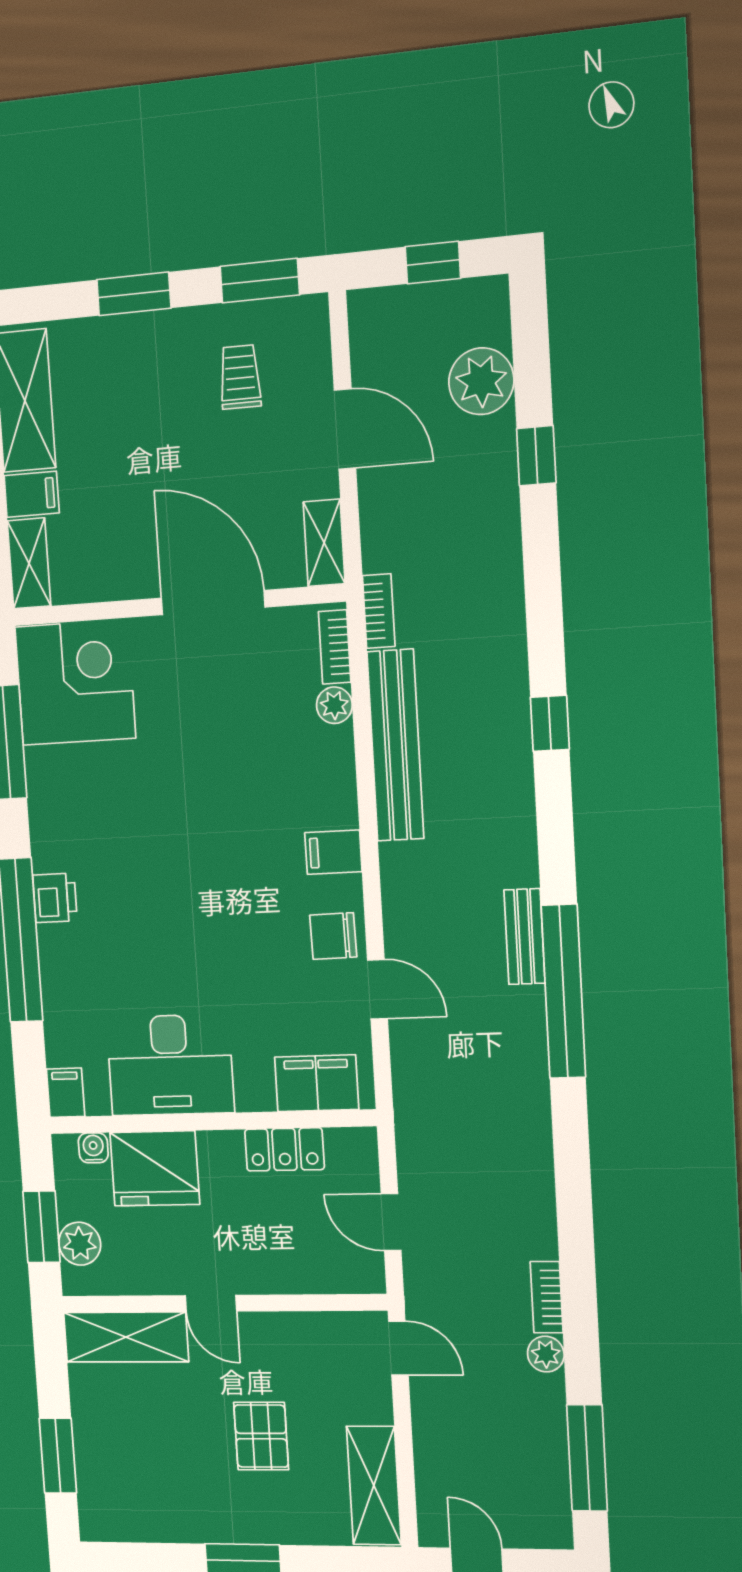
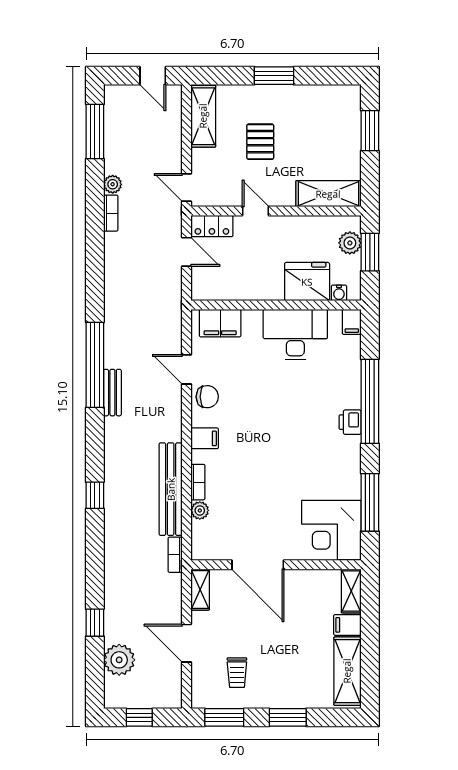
bookcase: (335, 647) -> (198, 482), moved
locker: (284, 1149) -> (212, 226), moved, turned 180
door: (211, 1303) -> (256, 211), moved

